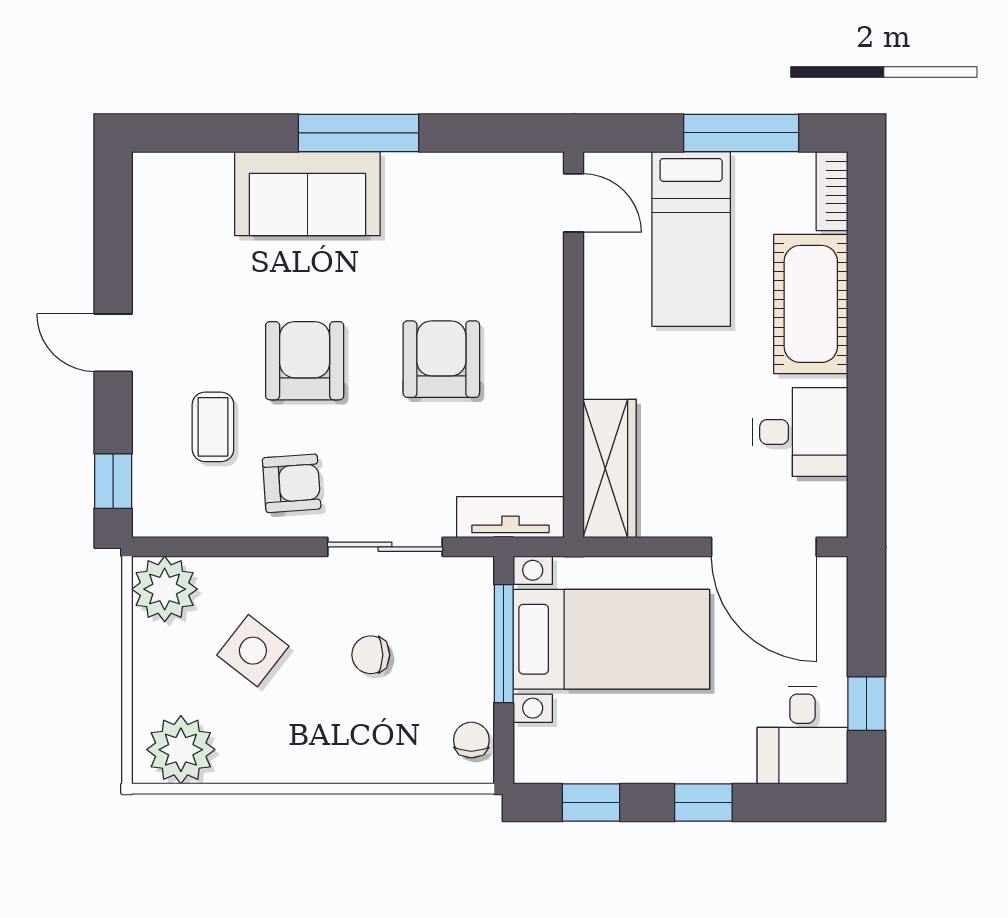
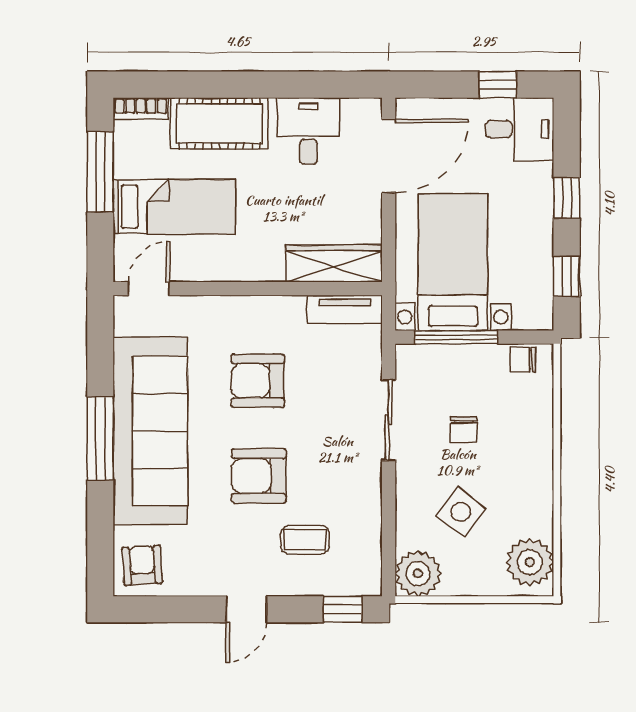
sofa: (307, 194) -> (150, 431), width x1.85, depth x1.27
armchair: (292, 483) -> (142, 565), moved
tv unit: (510, 517) -> (345, 309), moved, turned -90

